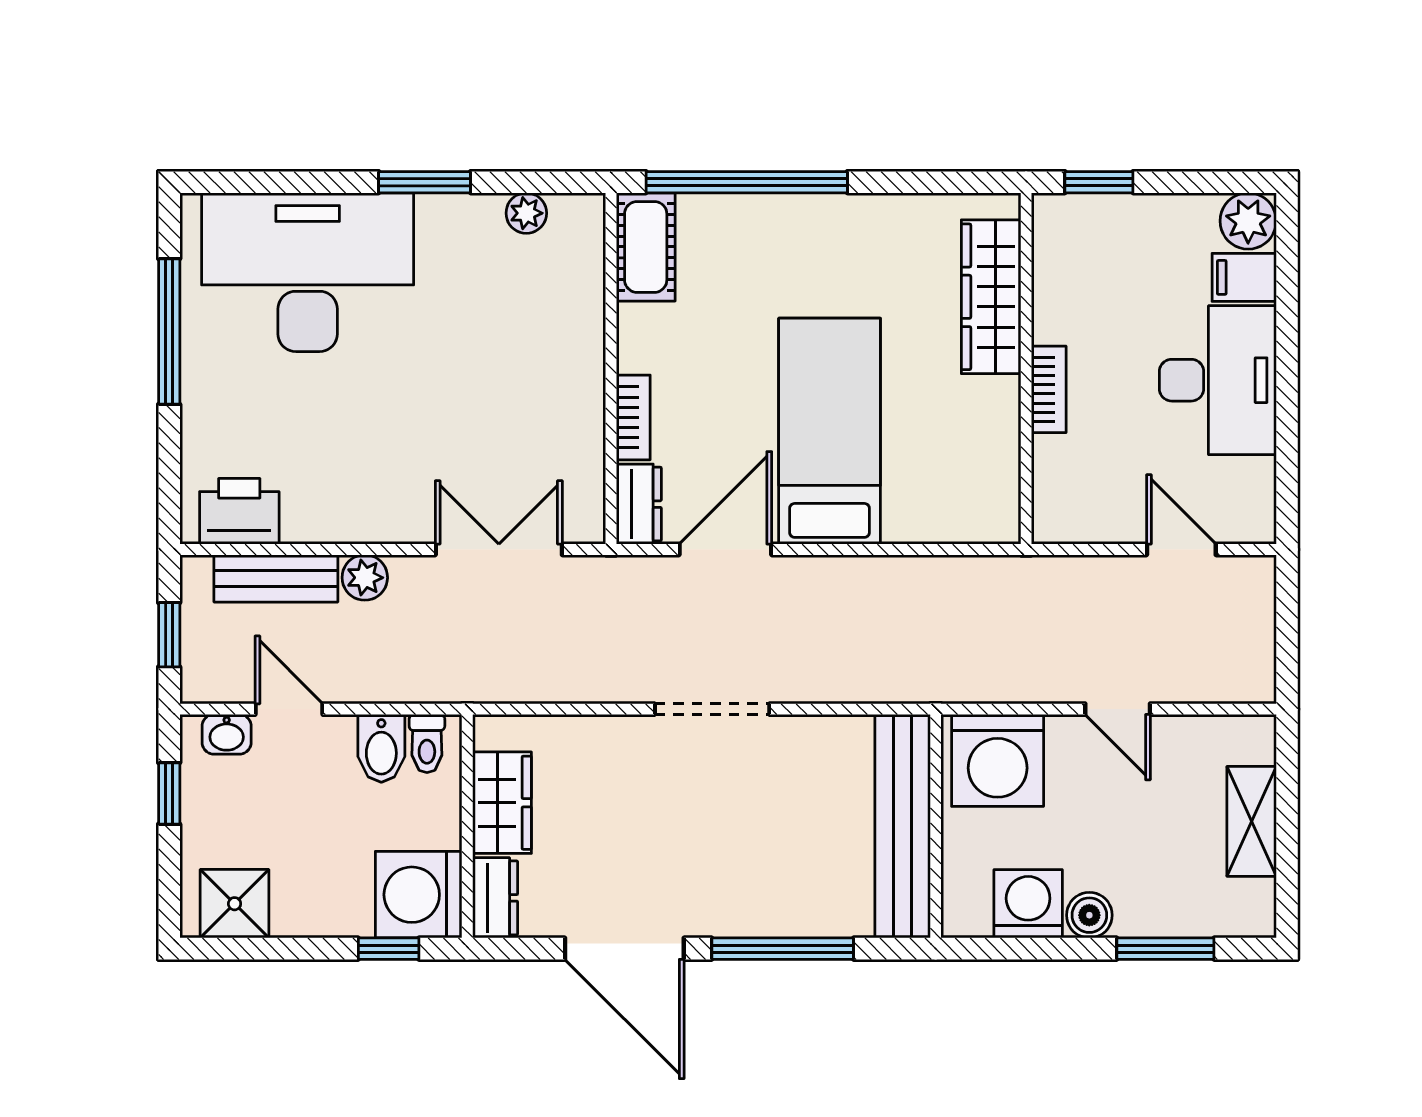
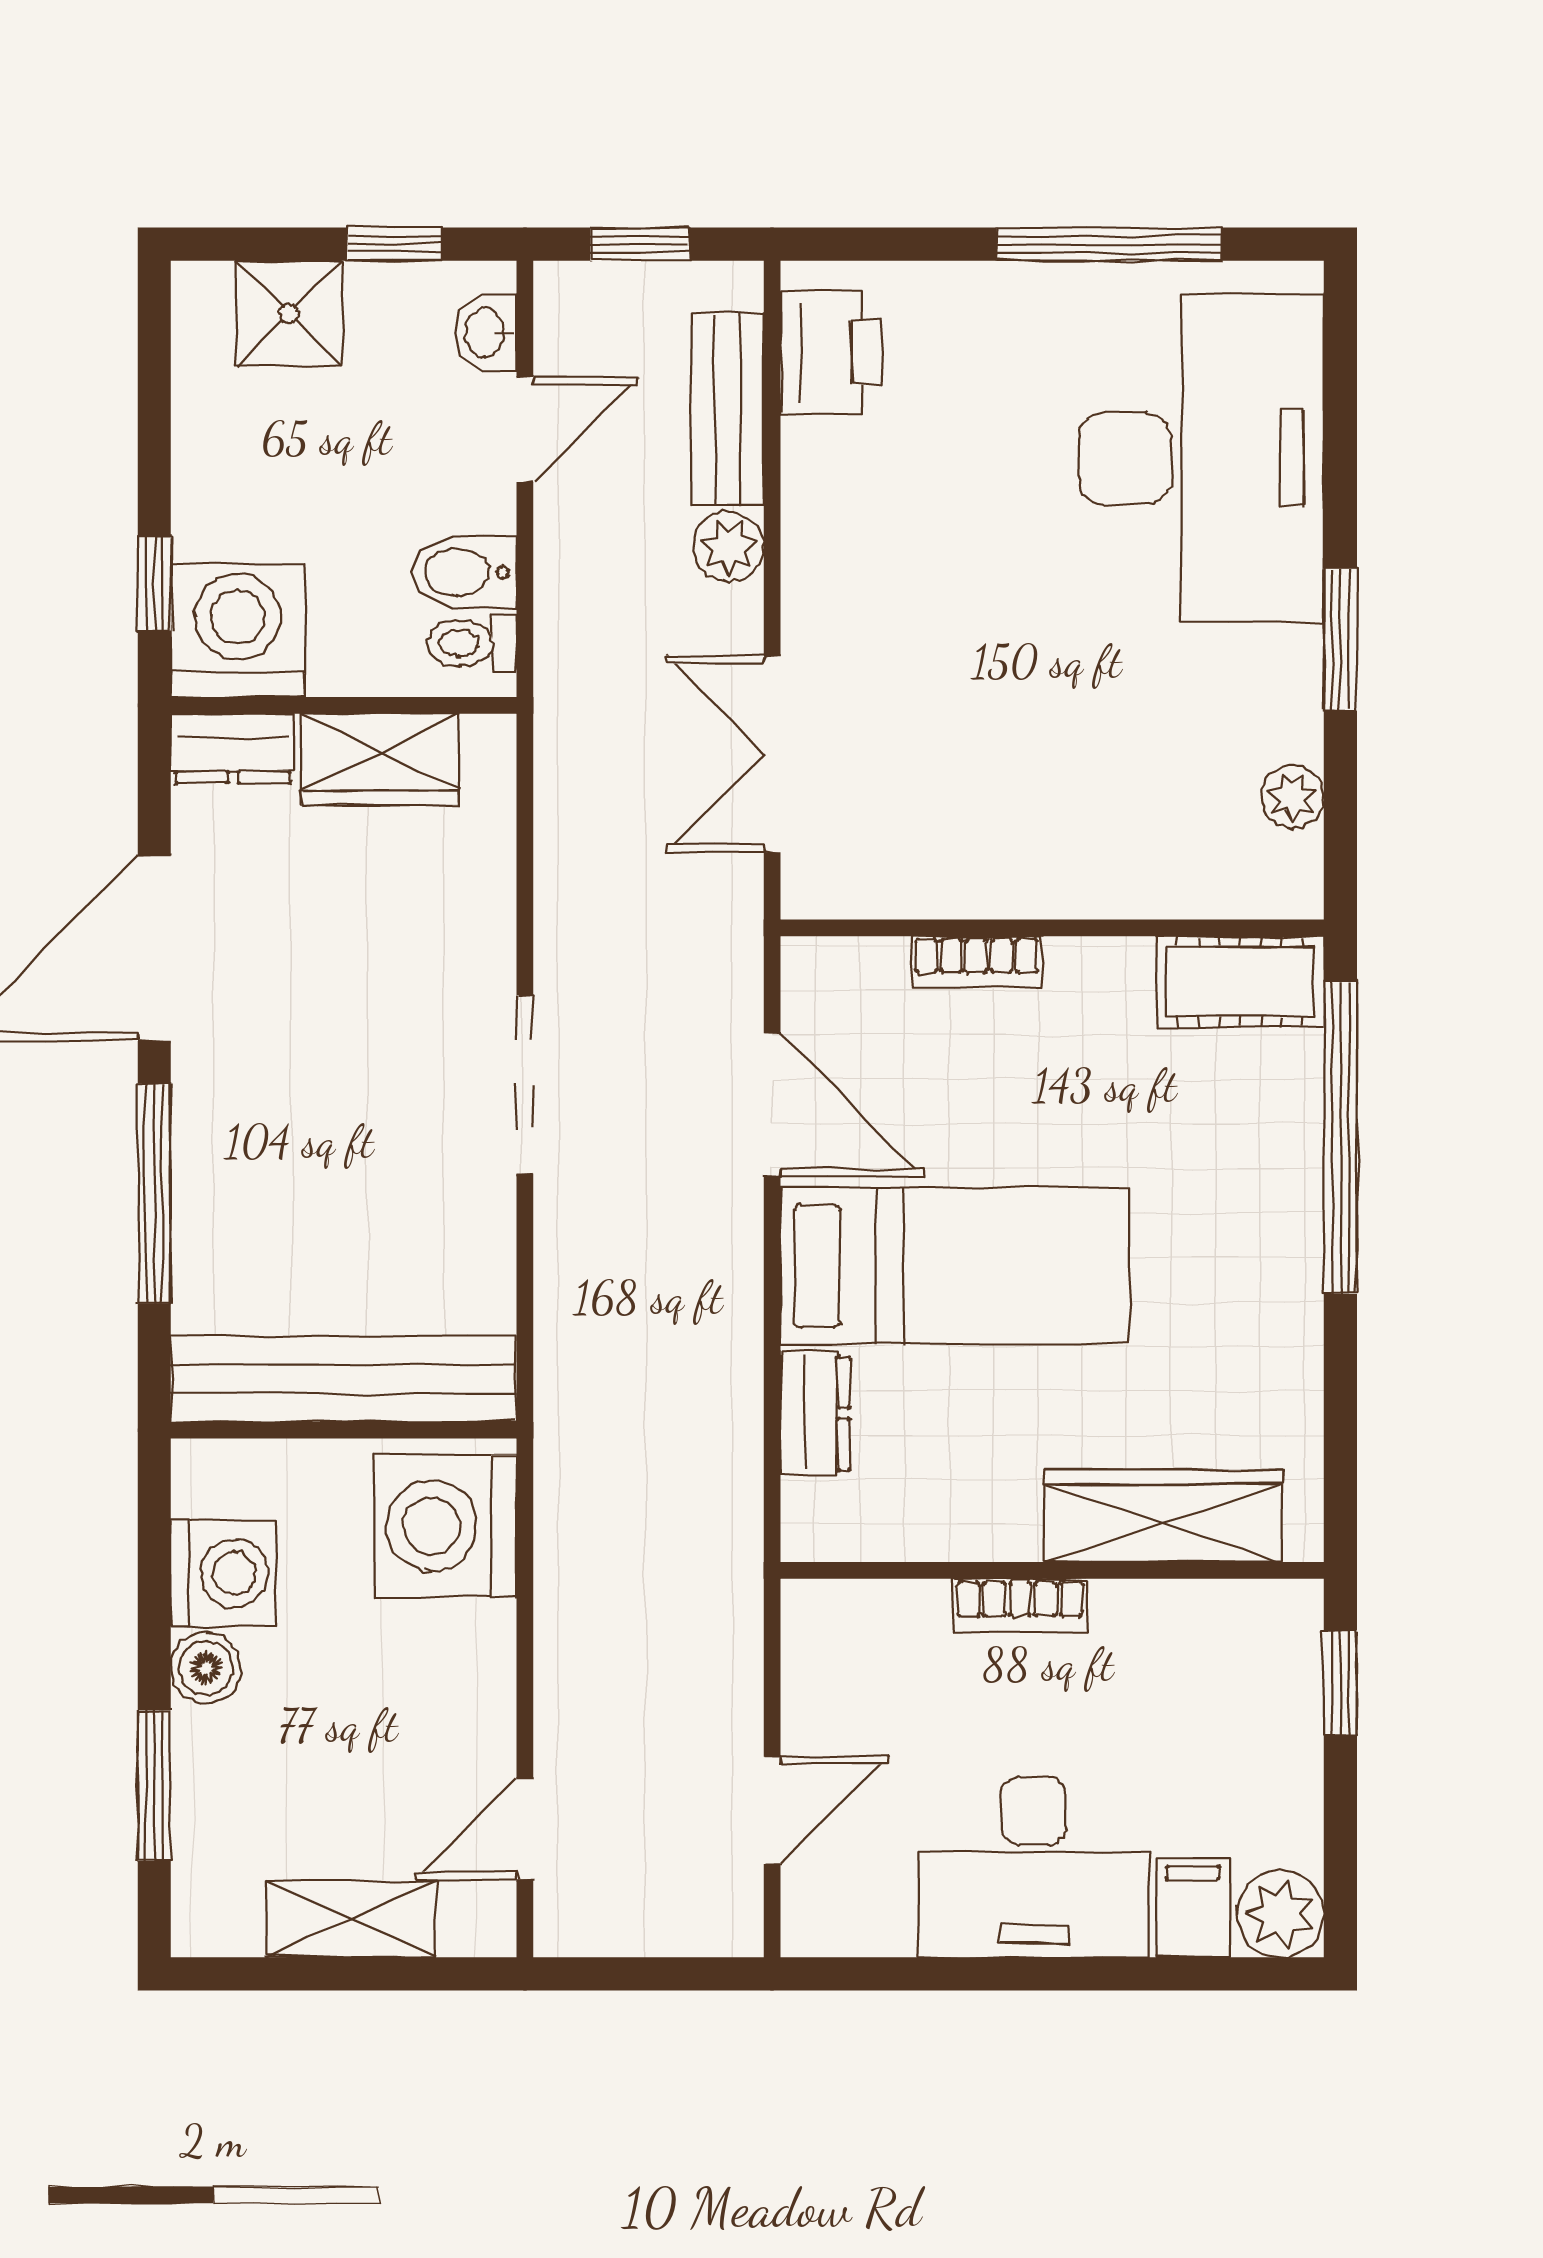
dresser: (639, 504) -> (815, 1413), moved, turned -90
double door: (499, 549) -> (772, 754), swing flipped
door: (1118, 709) -> (525, 1829), moved
shower: (235, 904) -> (289, 314), moved

